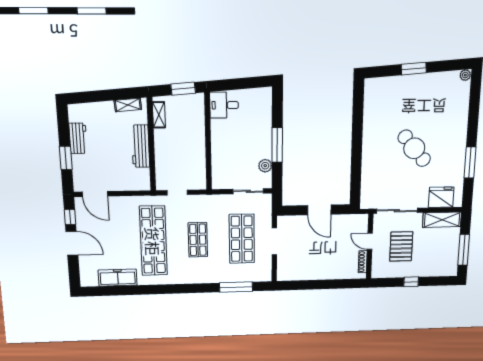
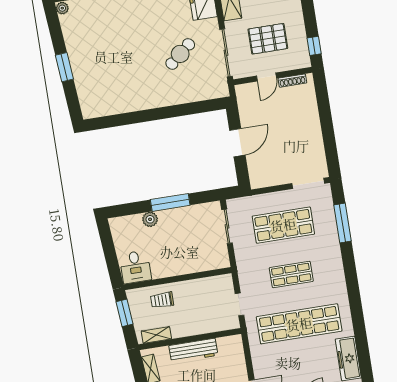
trolley: (190, 125) -> (162, 300), added
cafe table: (414, 148) -> (180, 54), moved, width x0.73, depth x0.74
plant: (265, 166) -> (150, 219), moved
doorway: (274, 241) -> (308, 183), moved
window: (411, 282) -> (314, 46), moved

